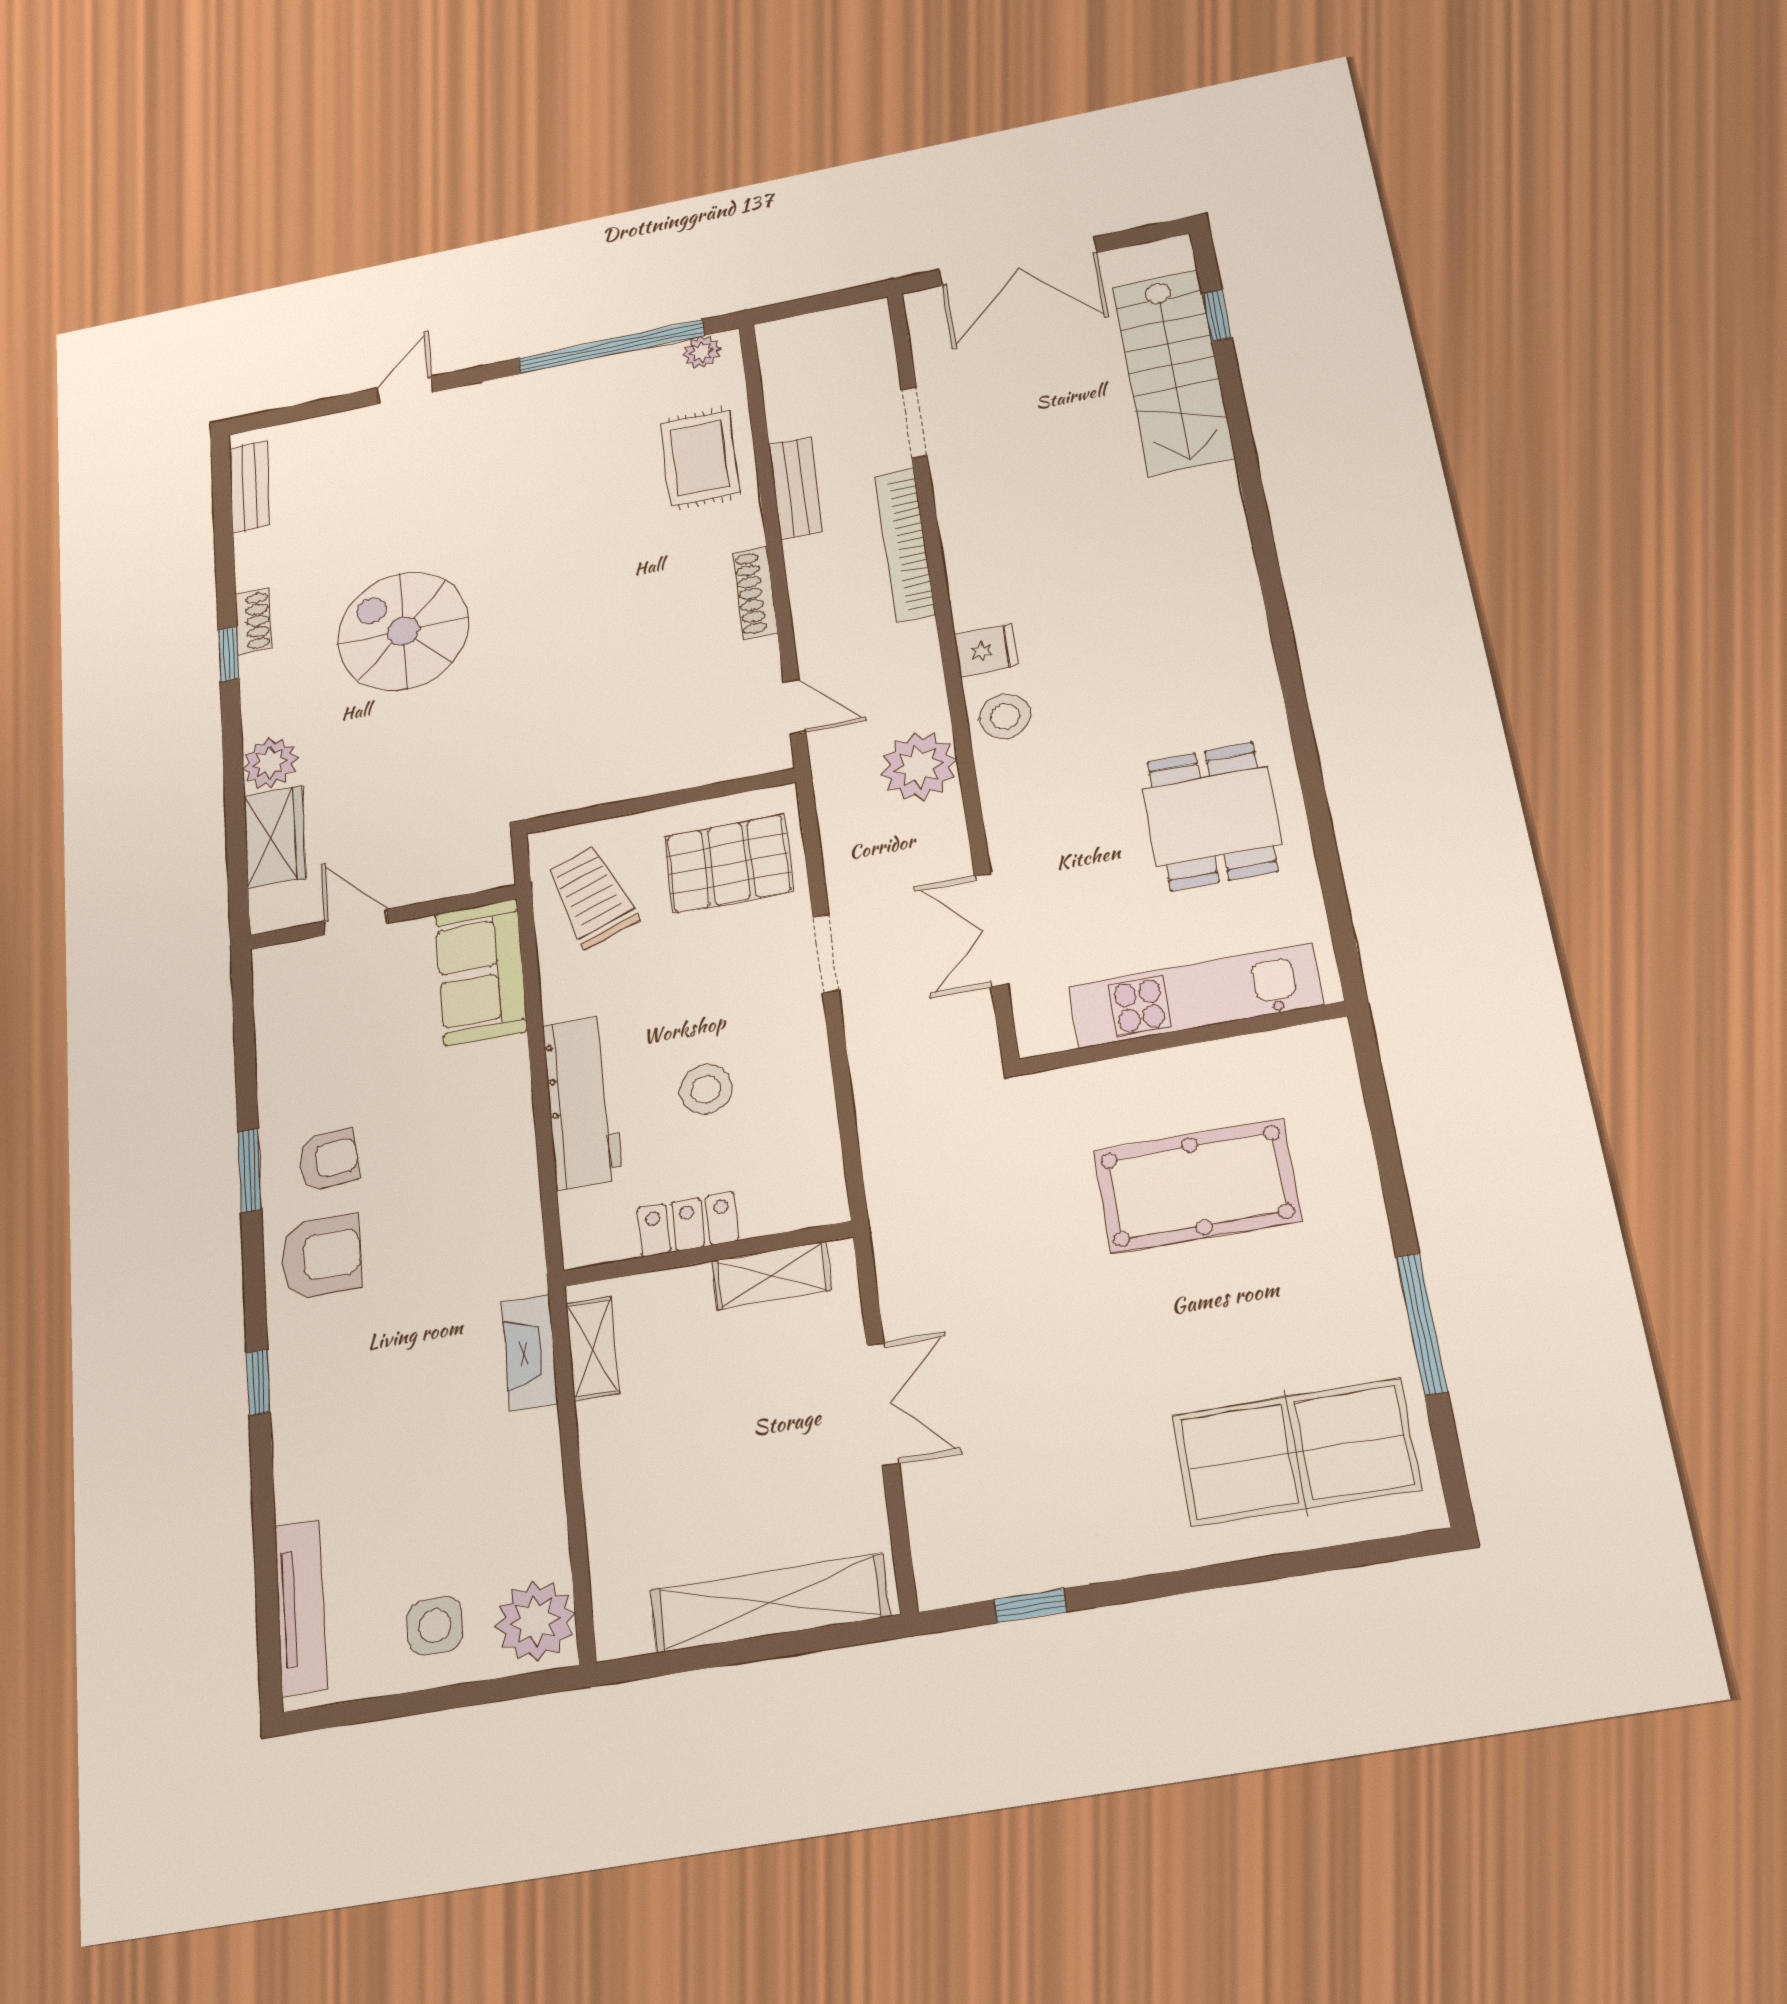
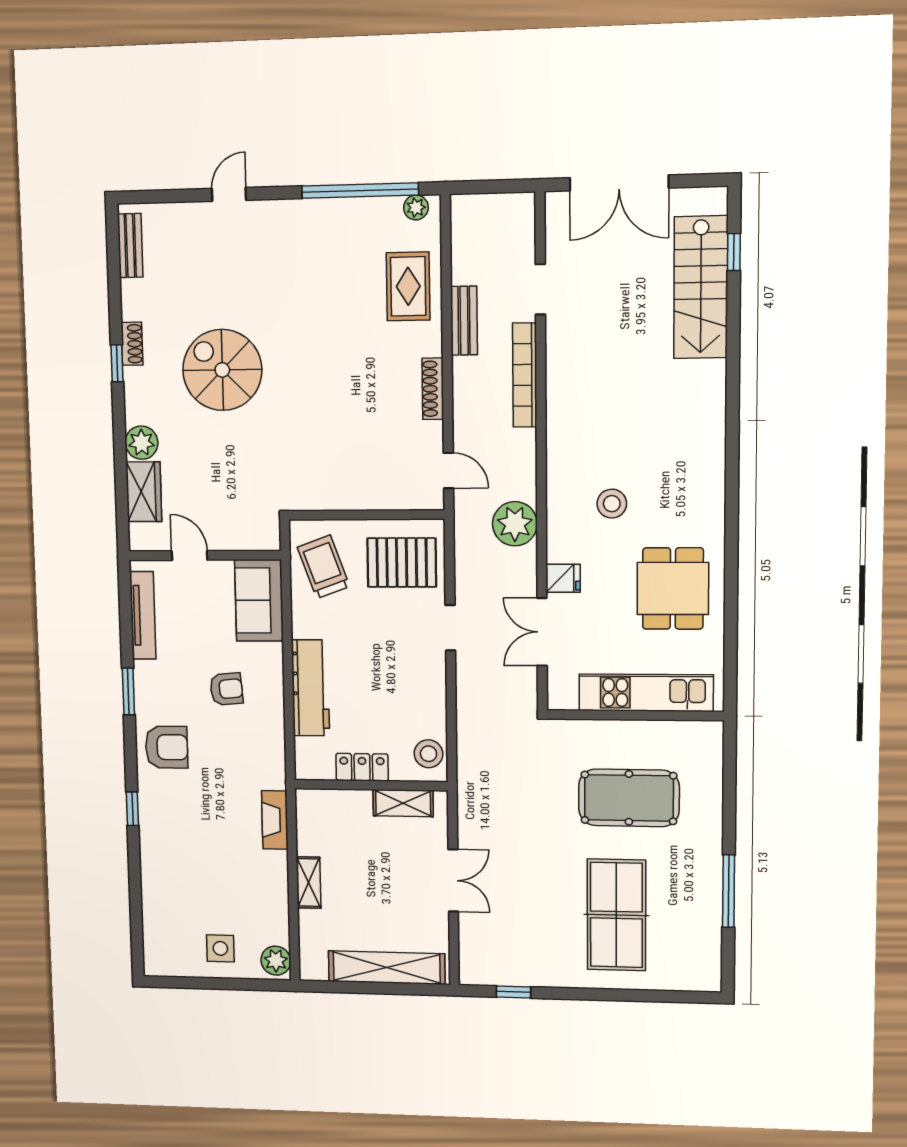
fridge: (986, 650) -> (563, 578), moved
stool: (1005, 716) -> (612, 504), moved
stool: (706, 1089) -> (429, 754), moved
armchair: (329, 1160) -> (226, 689), moved
shelving: (592, 1348) -> (309, 883), moved
table tennis table: (1296, 1452) -> (616, 915), moved, turned 90
tv unit: (301, 1607) -> (143, 615), moved
plant: (535, 1621) -> (276, 961), width x0.73, depth x0.73

